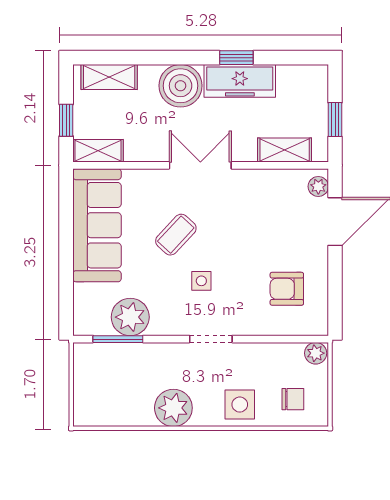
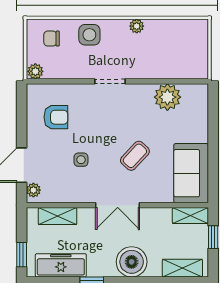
freezer: (240, 81) -> (61, 265), moved
window: (335, 120) -> (22, 255), moved
sofa: (97, 225) -> (191, 173), width x0.73
side table: (201, 281) -> (81, 160), moved
window: (118, 339) -> (176, 81), removed
plant: (173, 408) -> (137, 26), width x0.53, depth x0.53

